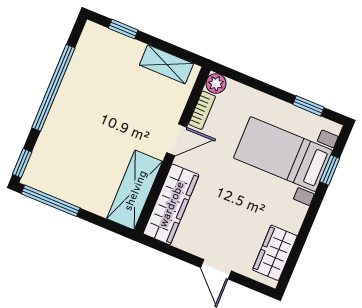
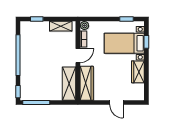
wardrobe: (275, 253) -> (138, 72), moved

